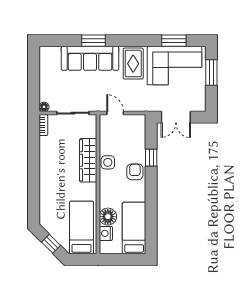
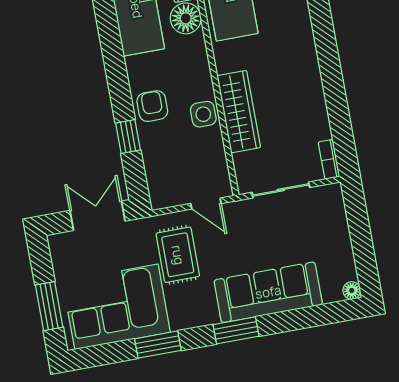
window: (93, 41) -> (236, 330), moved
window: (174, 41) -> (158, 345), moved
rug: (133, 64) -> (178, 255), moved
floor lamp: (44, 107) -> (352, 290), moved
armchair: (135, 172) -> (152, 106), turned 180

